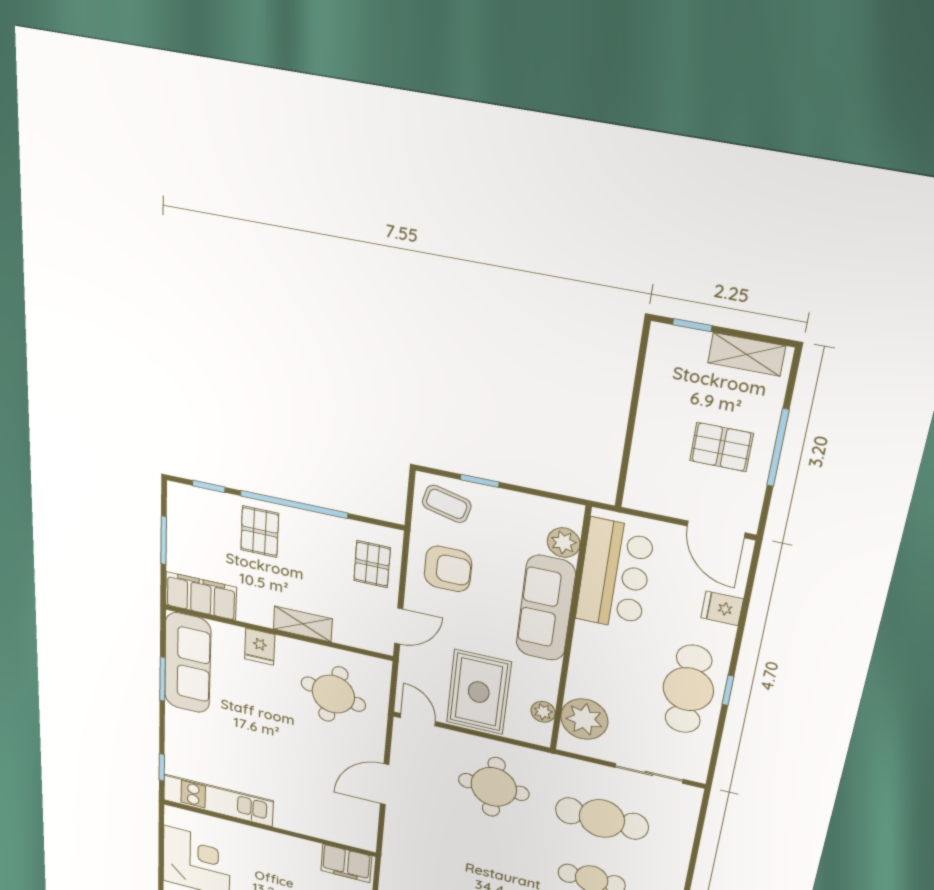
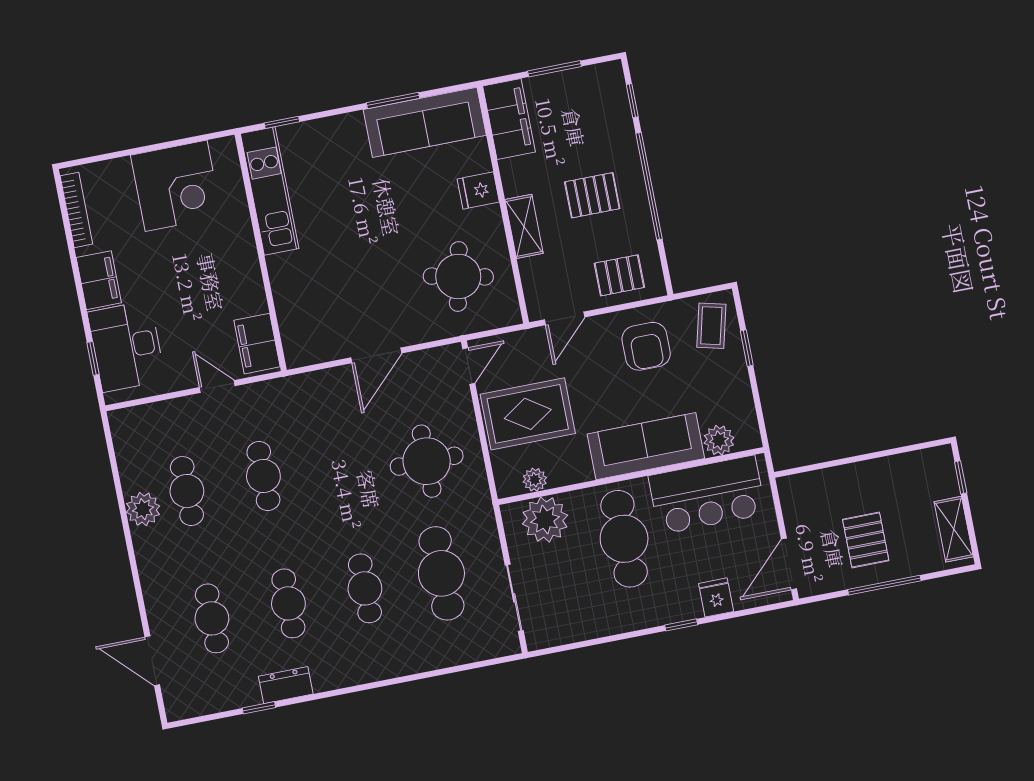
pallet: (260, 532) -> (592, 195), moved
door: (399, 626) -> (565, 318), hinge flipped
cafe table: (688, 689) -> (624, 539), moved, turned 90
window: (728, 690) -> (681, 625), moved
door: (385, 784) -> (376, 355), swing flipped

